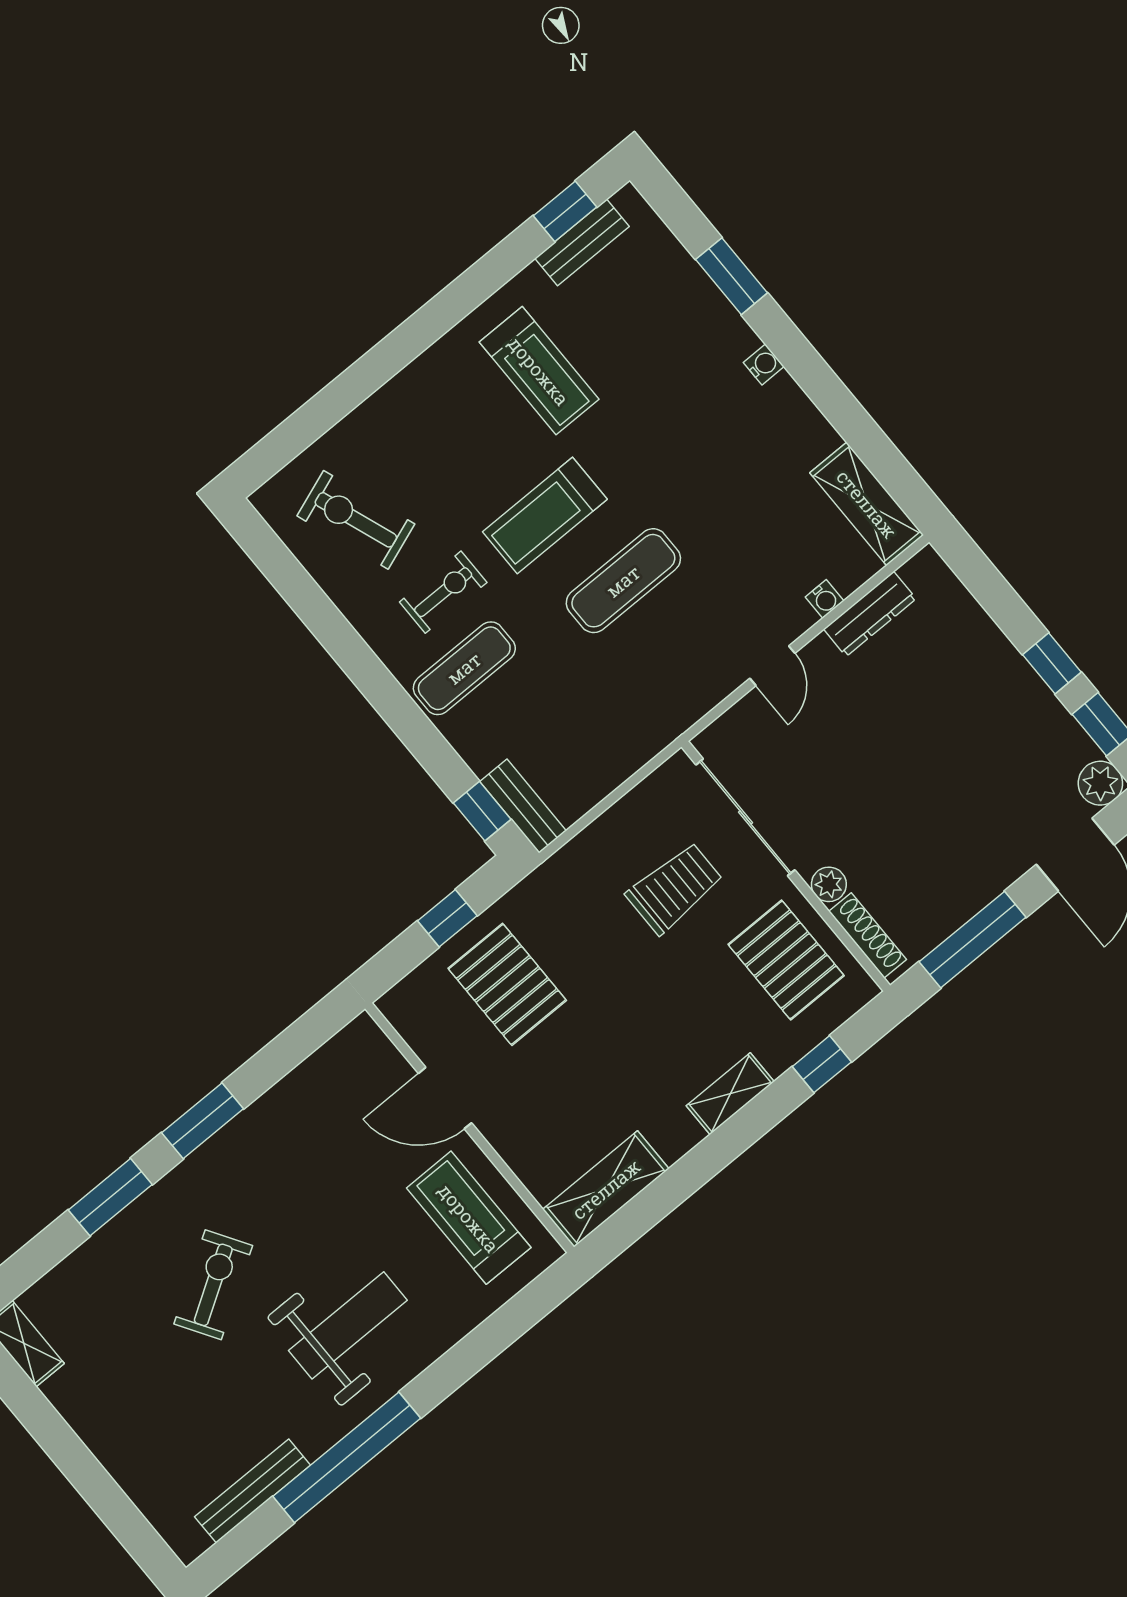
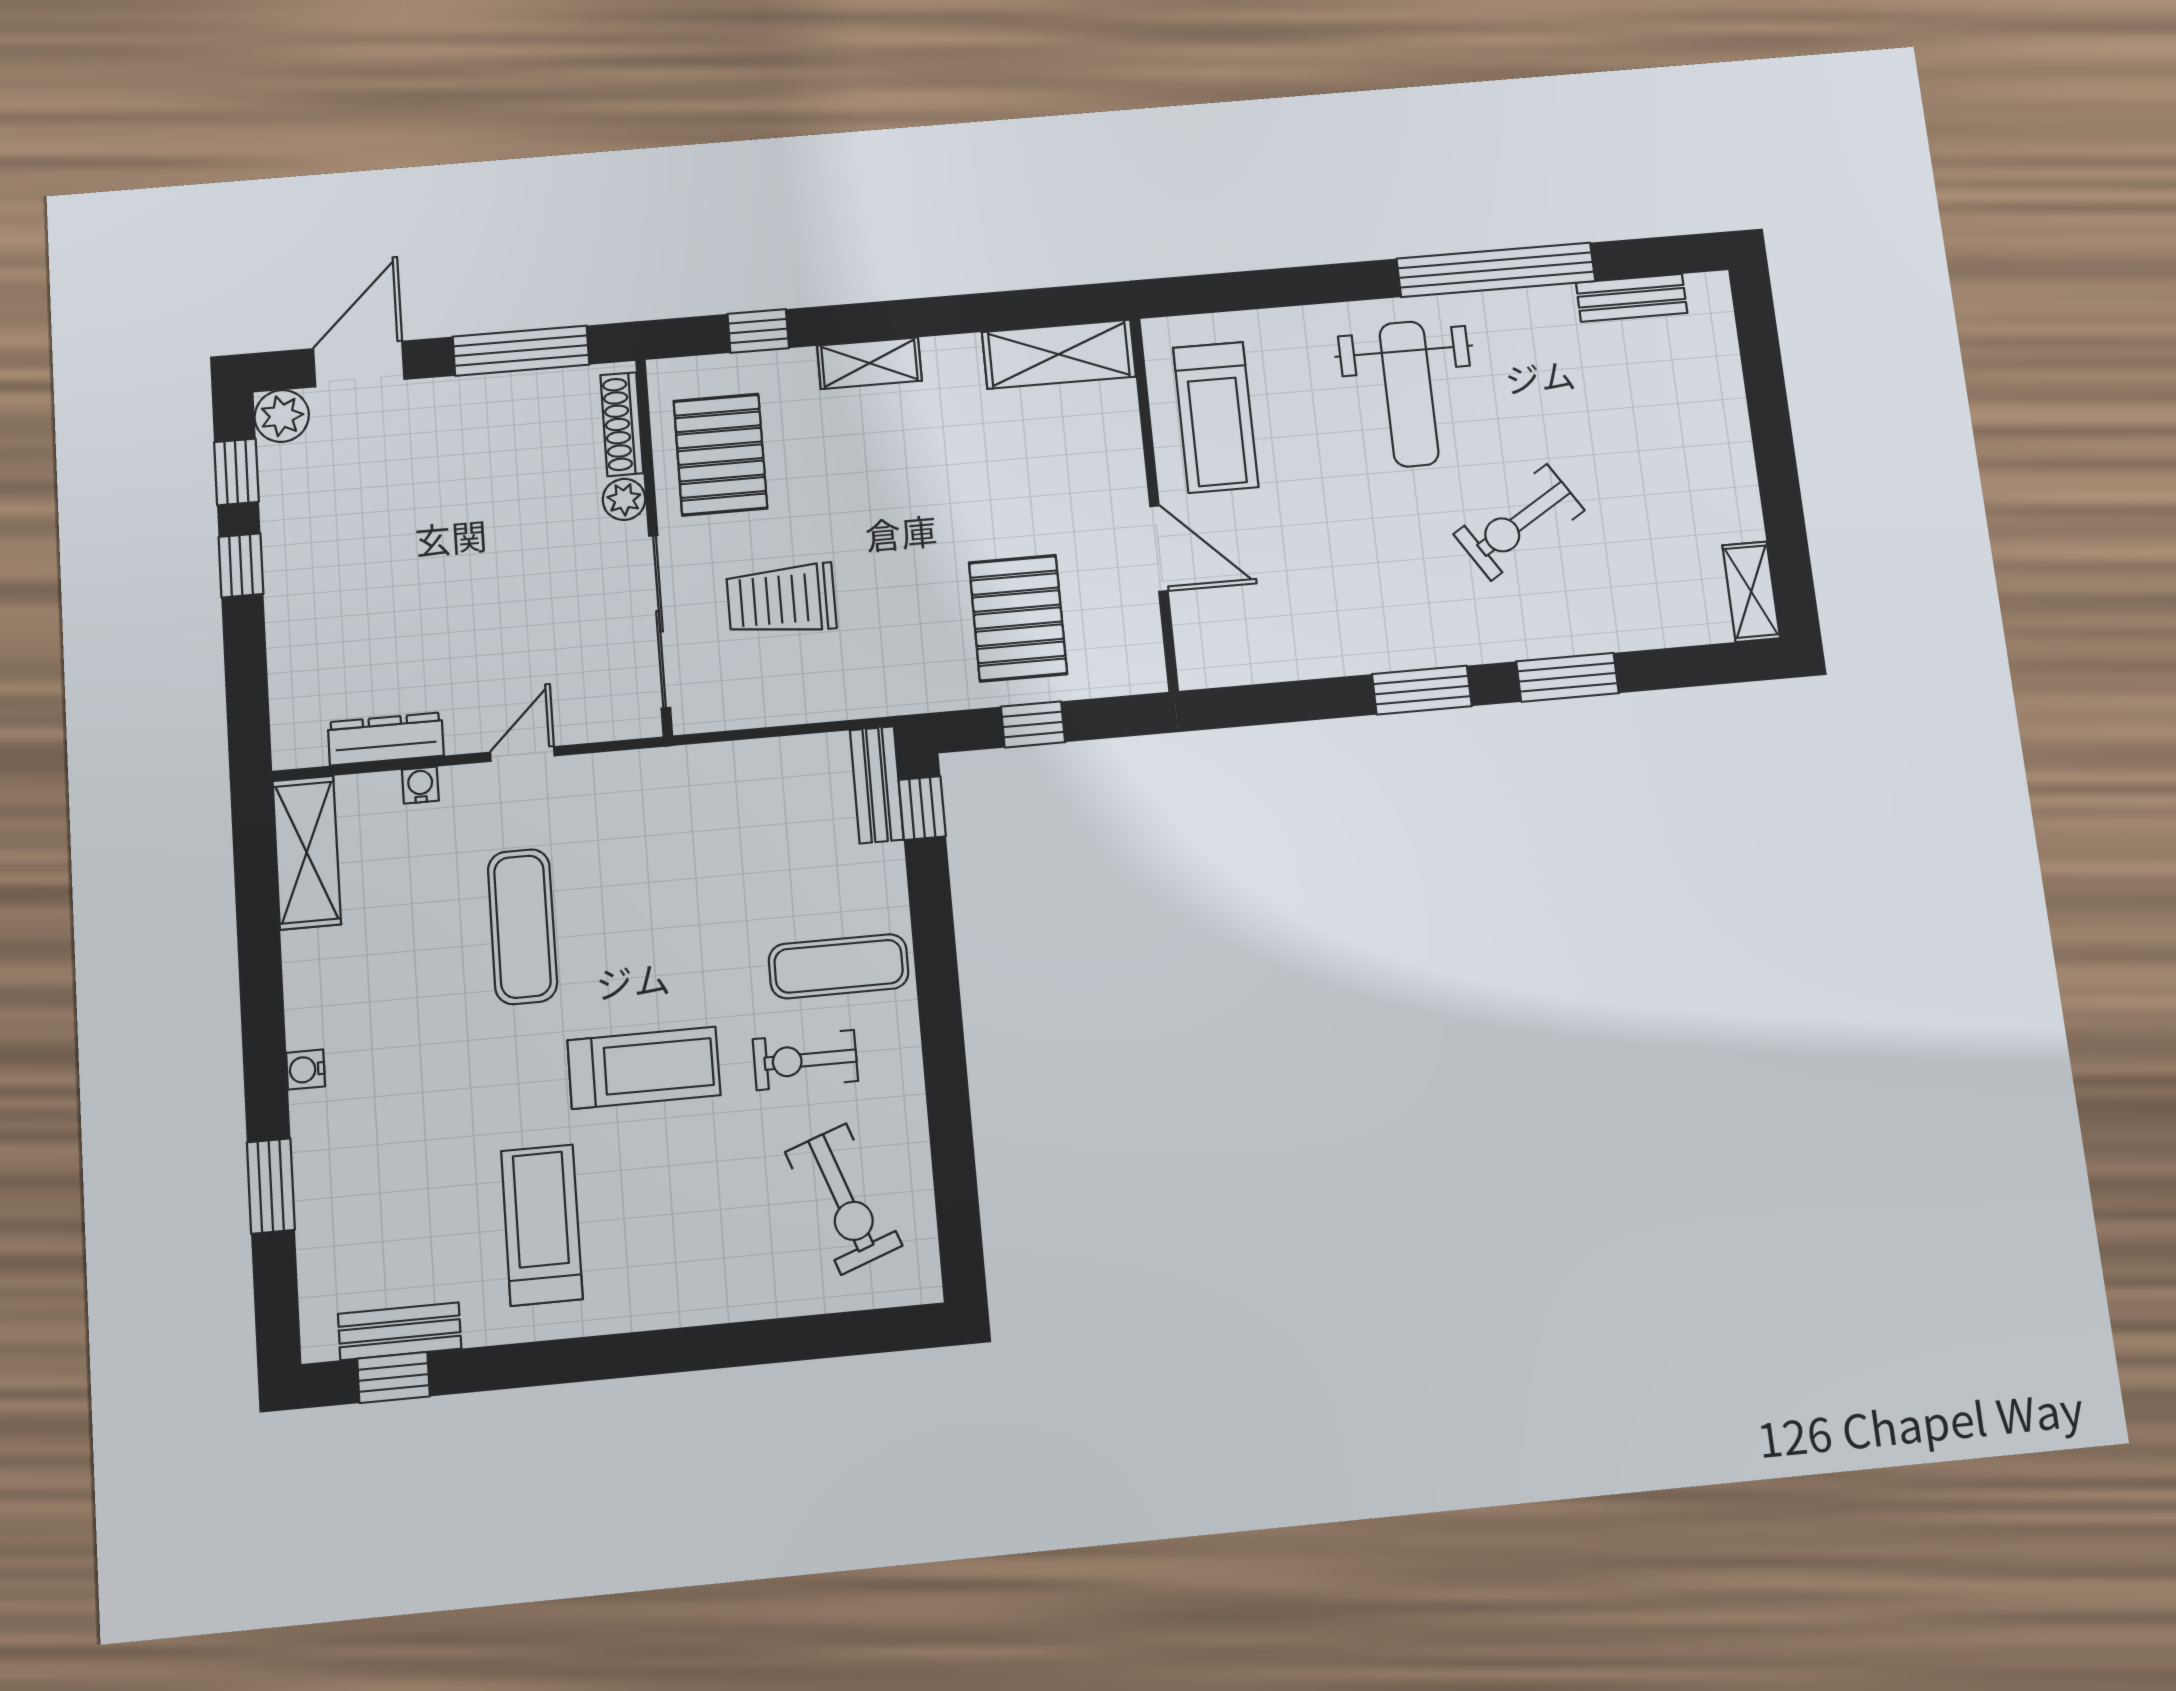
exercise mat: (623, 581) -> (522, 927), moved, turned 90
weight bench: (348, 1325) -> (1409, 394), turned -90
bench: (253, 1491) -> (1632, 298), width x0.73

